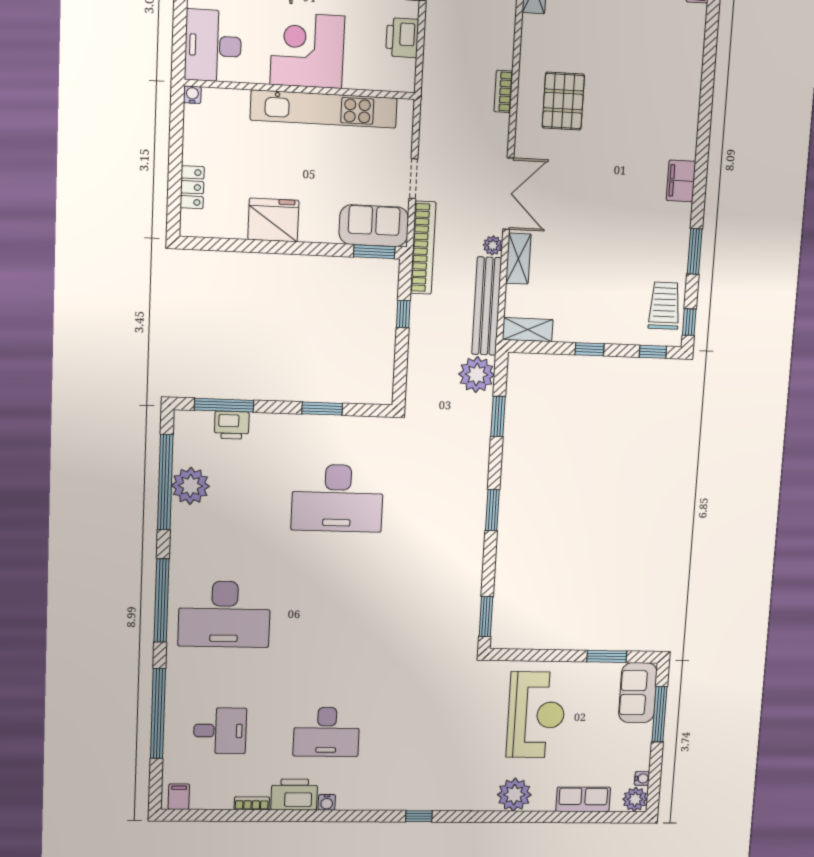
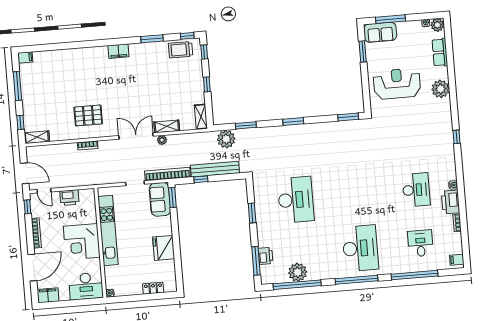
bench: (487, 306) -> (215, 169), moved

